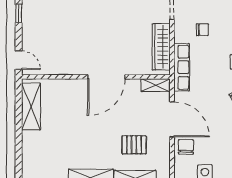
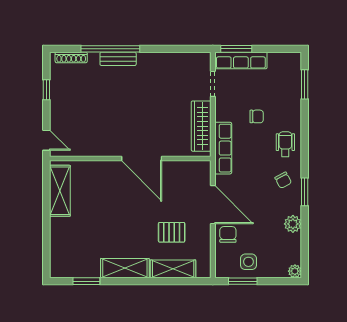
chair: (202, 30) -> (257, 116), moved
door: (106, 77) -> (142, 158), hinge flipped
shelving: (156, 85) -> (195, 168), removed

